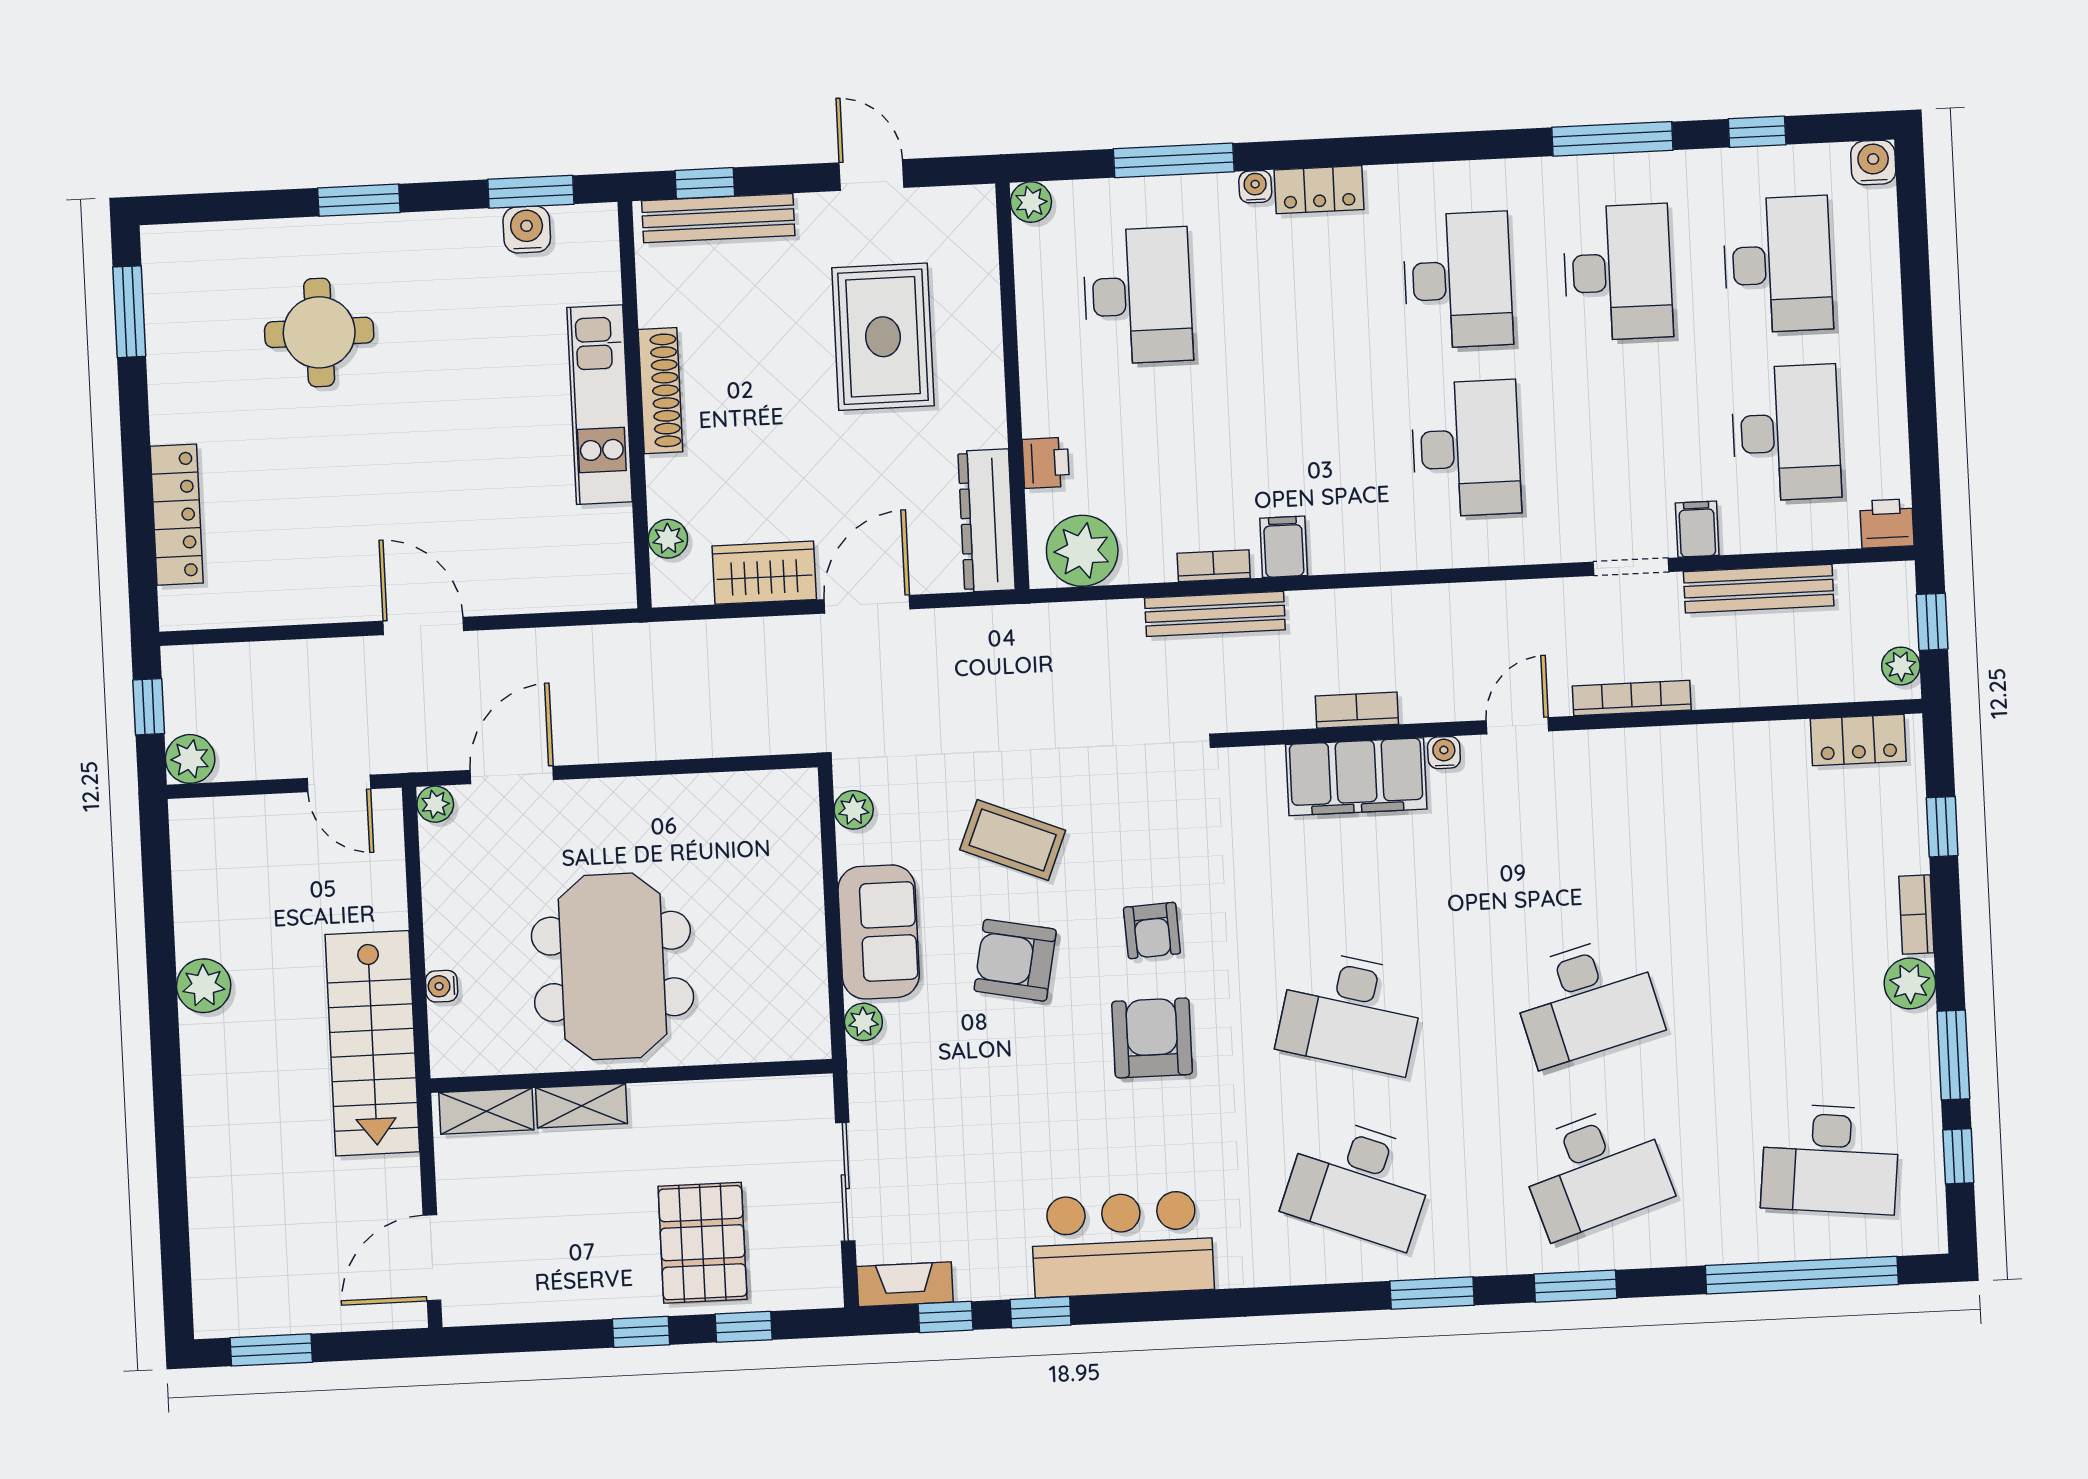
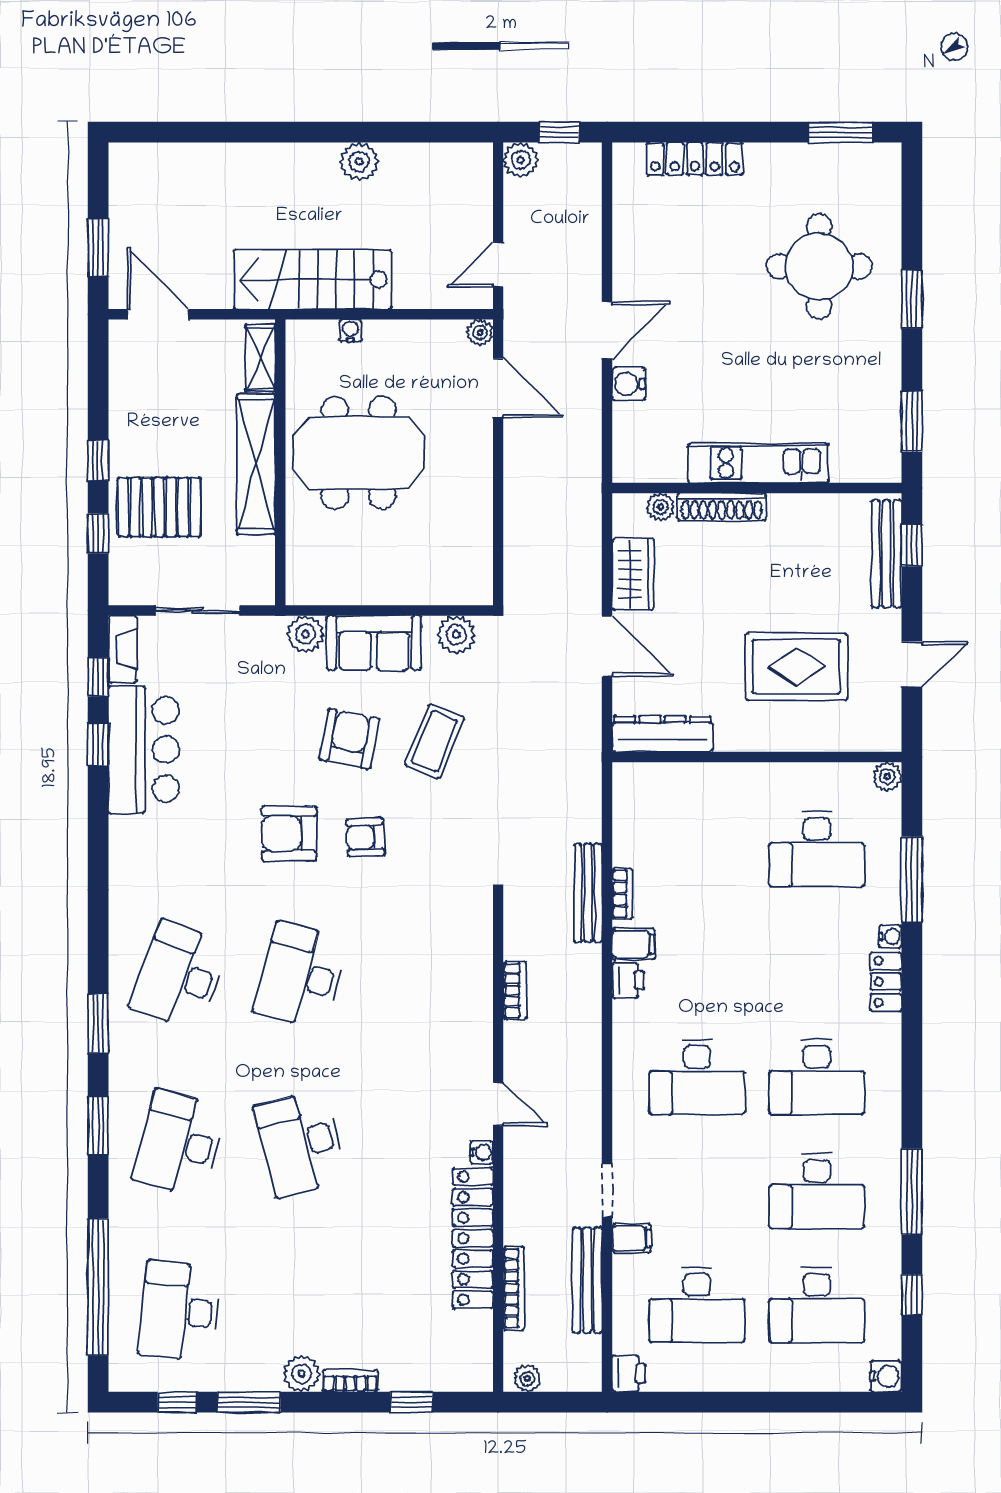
water cooler: (527, 230) -> (629, 384), moved, turned 180
round table: (319, 332) -> (819, 266), width x1.36, depth x1.36
shoe rack: (660, 391) -> (722, 507), moved
printer: (1046, 463) -> (628, 980), moved, turned -90
plant: (1082, 551) -> (638, 801), removed
window: (1932, 622) -> (558, 1402), removed
bookcase: (1632, 698) -> (514, 1288), moved
locker: (1858, 740) -> (473, 1238), moved, width x2.16, depth x1.21
water cooler: (1444, 753) -> (482, 1152), moved
filing cabinet: (1356, 777) -> (468, 988), removed
plant: (854, 810) -> (456, 635), width x1.38, depth x1.38
plant: (863, 1022) -> (305, 634), width x1.38, depth x1.38
armchair: (1152, 1038) -> (289, 834), turned 180
shelving: (582, 1106) -> (256, 464), width x2.20, depth x1.33
desk: (1595, 1171) -> (179, 1143), turned 33
bar counter: (1122, 1244) -> (144, 750), moved
window: (271, 1350) -> (98, 248), moved

